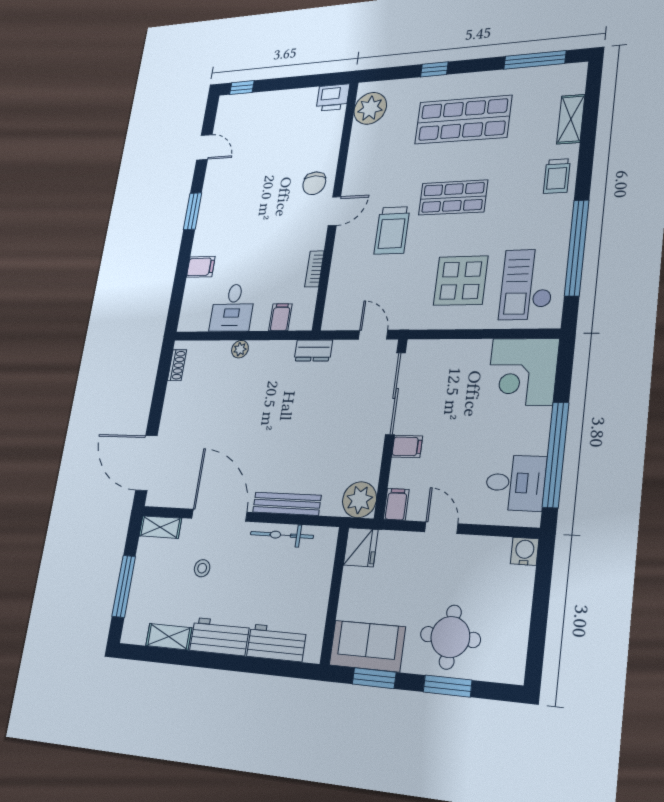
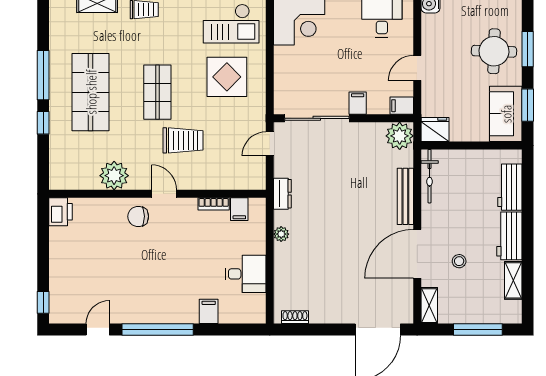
window: (535, 60) -> (43, 75), moved
plant: (370, 108) -> (114, 176), moved
chair: (314, 183) -> (138, 216), turned 180
window: (193, 211) -> (158, 330), width x2.11
filing cabinet: (280, 317) -> (239, 209), moved, turned -90
plant: (240, 349) -> (281, 234), moved
bicycle: (282, 535) -> (430, 176), moved

